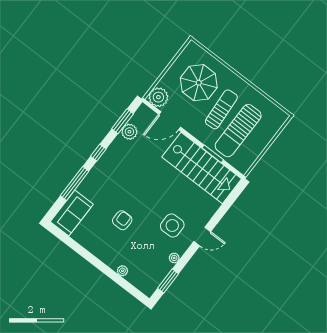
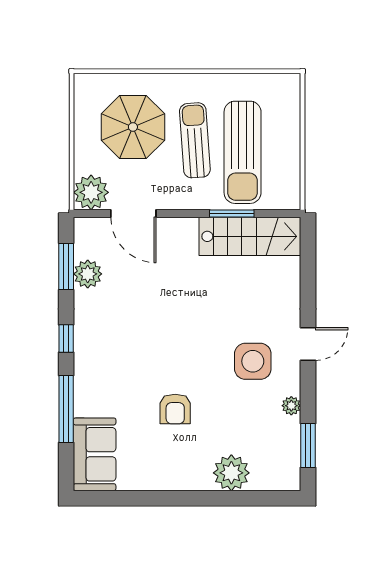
door: (170, 121) -> (133, 214), hinge flipped
stairs: (202, 168) -> (250, 236), width x0.73, depth x0.66
armchair: (122, 220) -> (175, 409), turned 180
plant: (122, 271) -> (231, 473), width x1.87, depth x1.87

